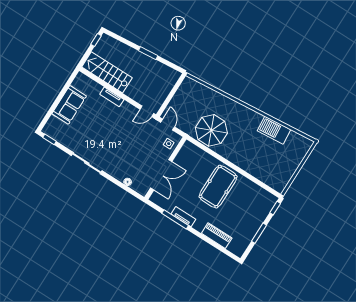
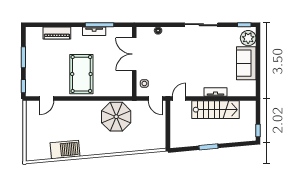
stairs: (107, 72) -> (216, 110), moved
plant: (54, 126) -> (248, 38), added
door: (262, 185) -> (47, 99), added

